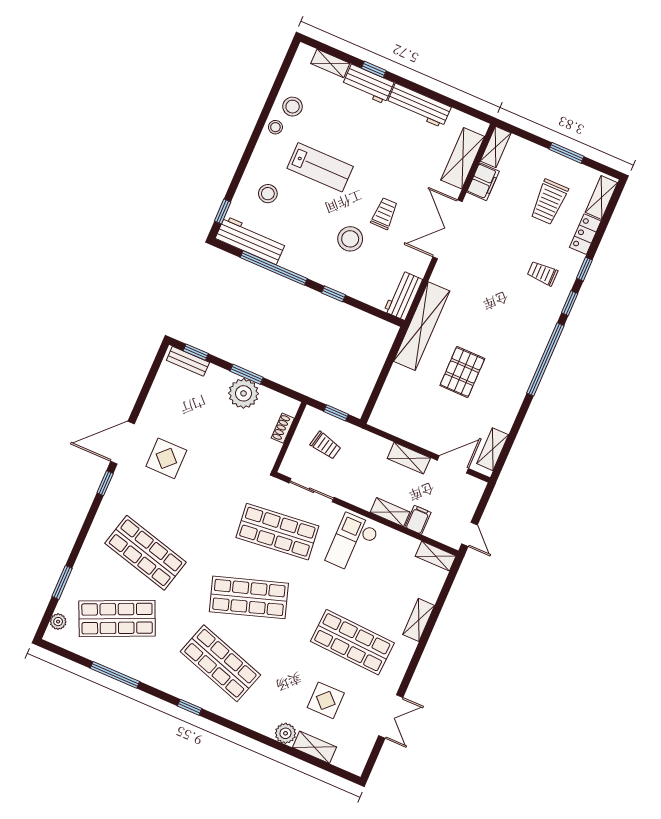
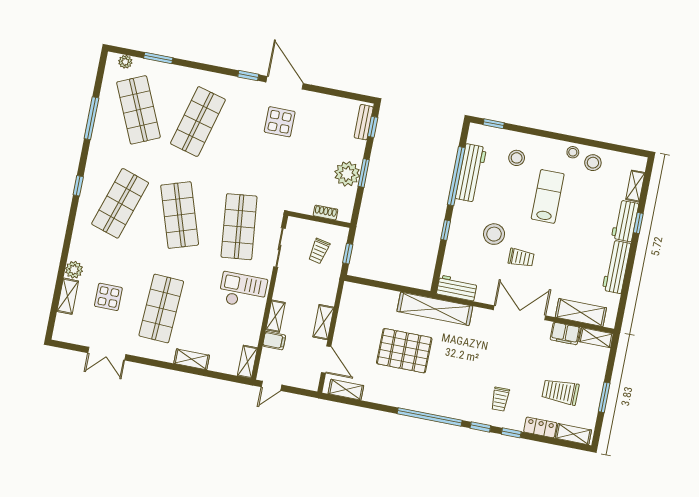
lab bench: (320, 167) -> (548, 196), turned 180
workbench: (251, 240) -> (471, 173), moved
trolley: (542, 273) -> (500, 399), turned 180
pallet: (462, 372) -> (404, 351), width x1.37, depth x1.41

